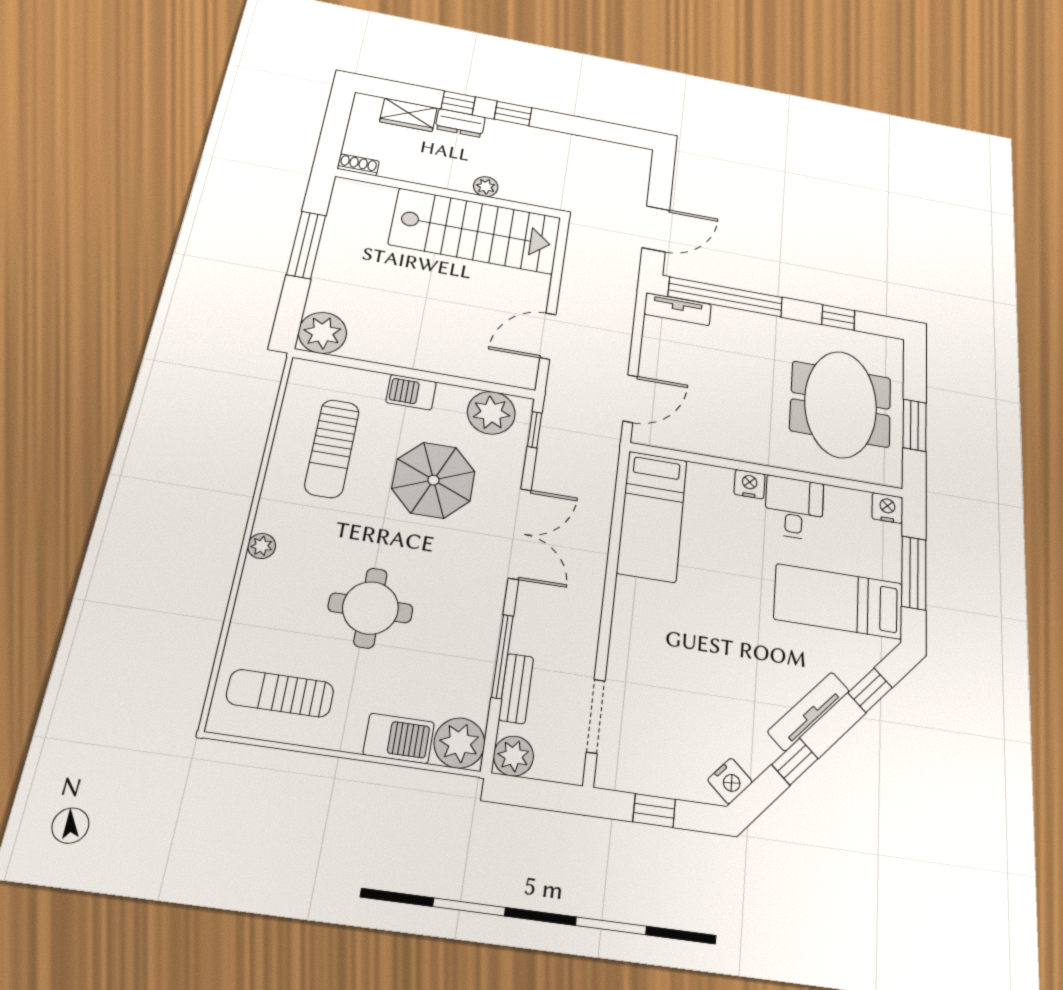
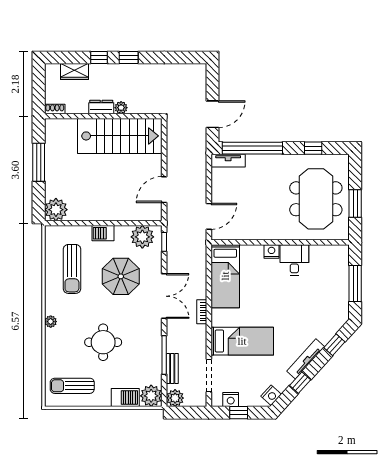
dresser: (460, 123) -> (101, 107), moved, turned 180
nightstand: (887, 508) -> (231, 399), moved, turned 180
bookcase: (596, 578) -> (202, 312), added
bed: (839, 601) -> (242, 341), moved, turned 180

